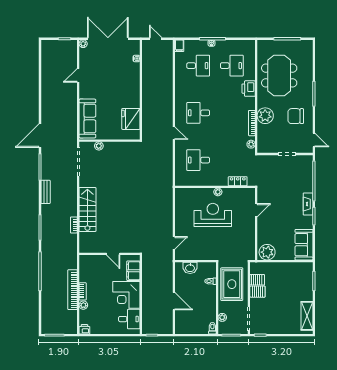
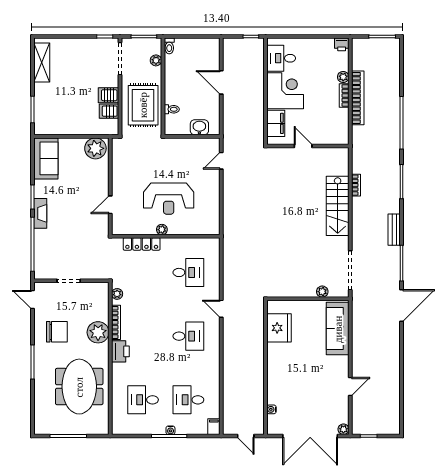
printer: (249, 89) -> (120, 351), moved
locker: (238, 181) -> (142, 244), width x1.53

